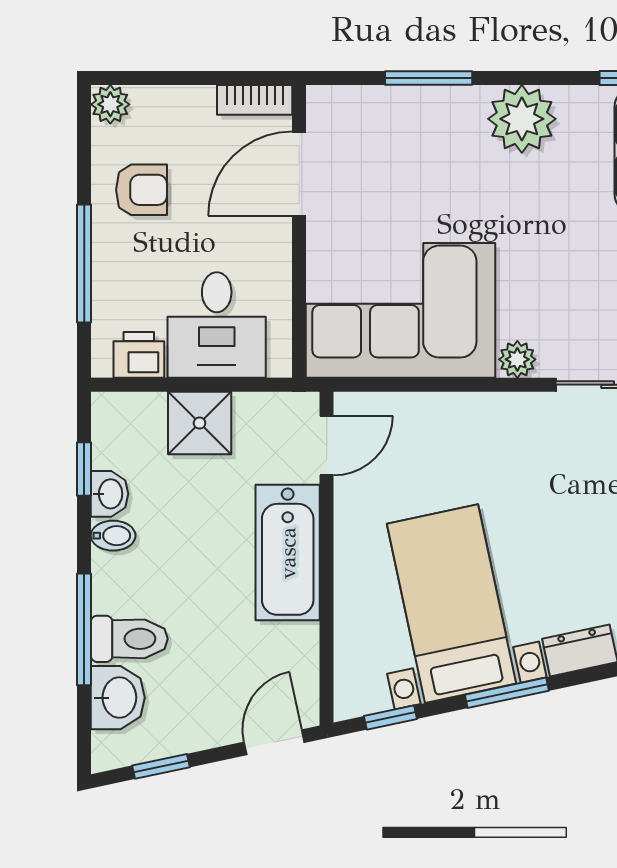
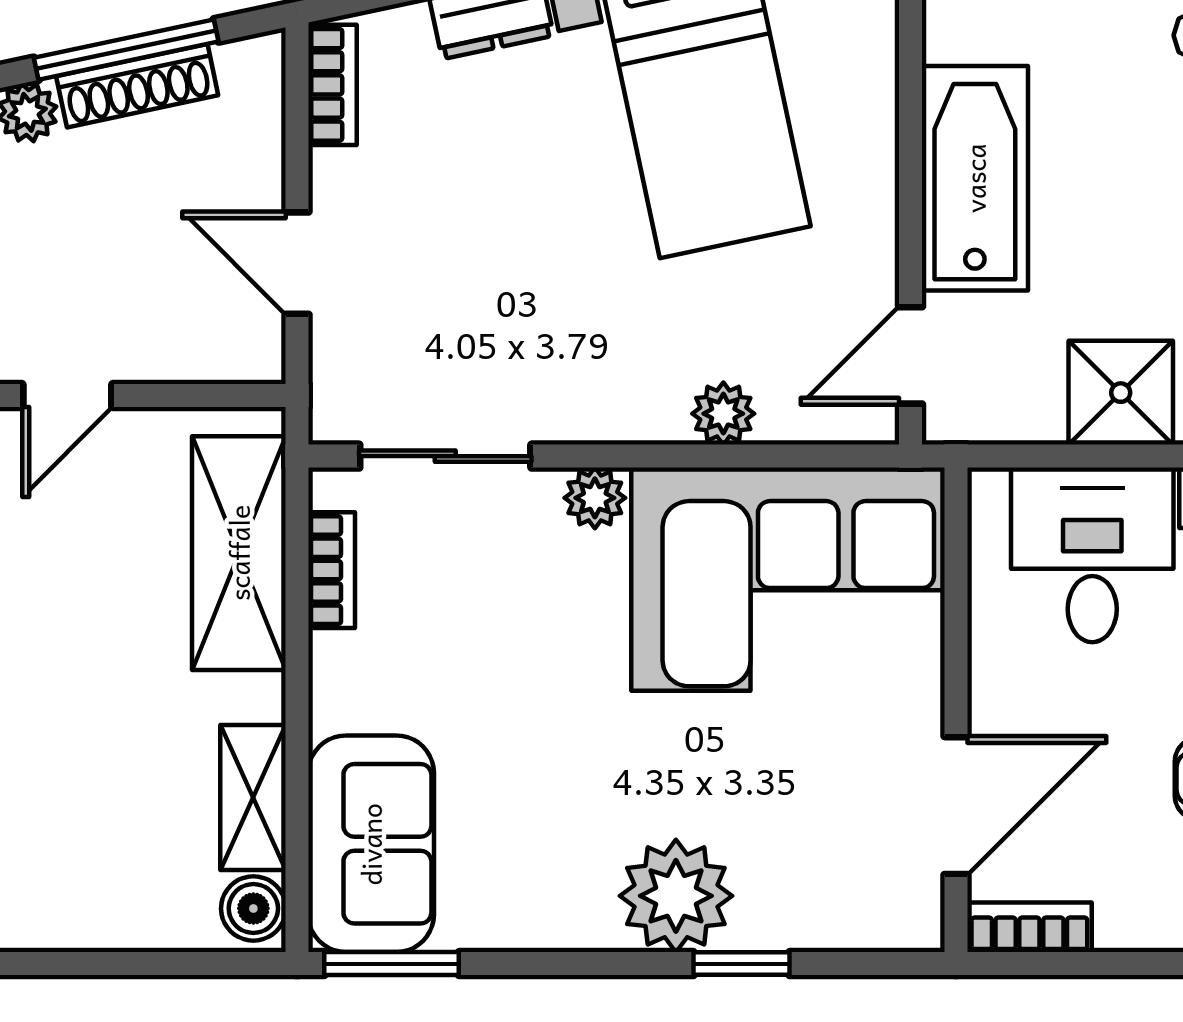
window: (429, 78) -> (742, 964), width x0.67
plant: (522, 119) -> (676, 896), moved
plant: (440, 410) -> (723, 414), added

